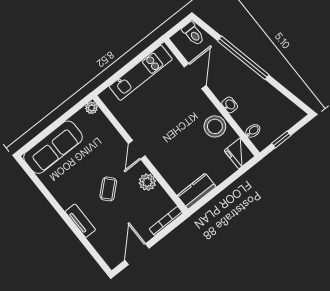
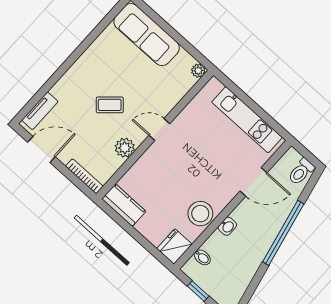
tv unit: (80, 221) -> (40, 111), moved

